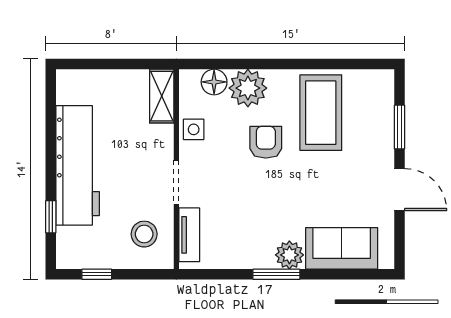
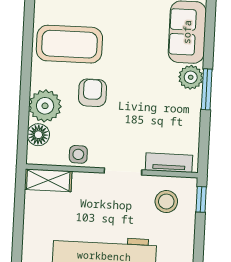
armchair: (266, 142) -> (92, 93), turned 90
window: (97, 274) -> (201, 199), moved

